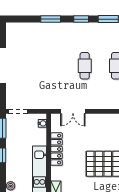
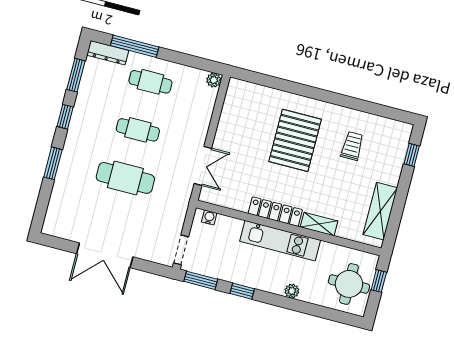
cafe table: (53, 66) -> (125, 178), added
locker: (57, 149) -> (275, 212), moved

